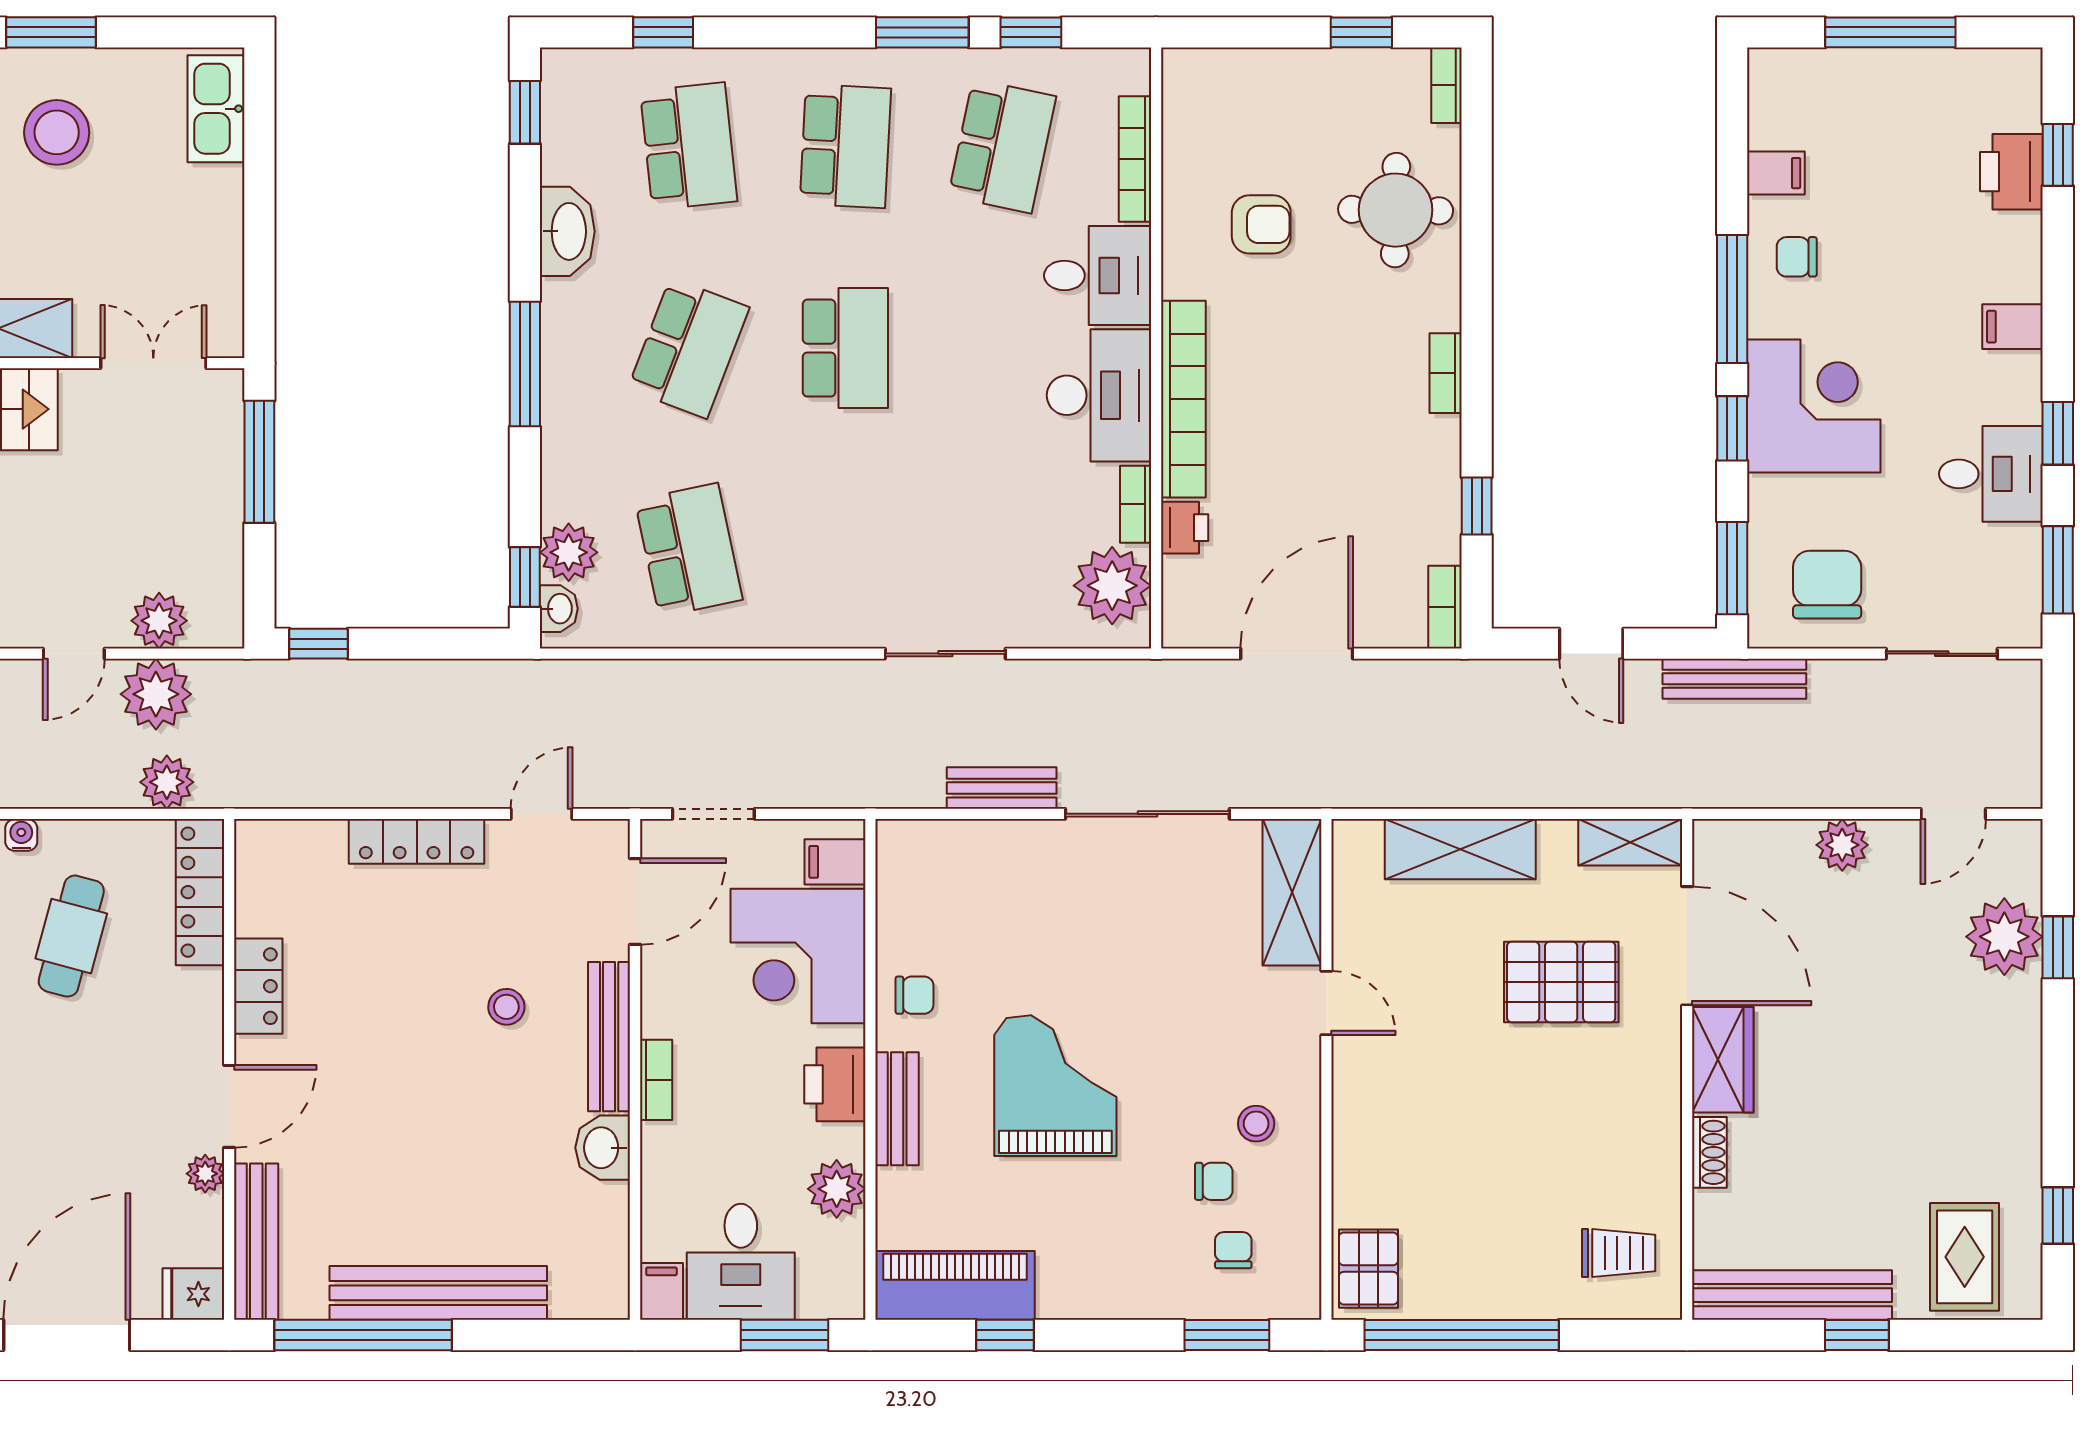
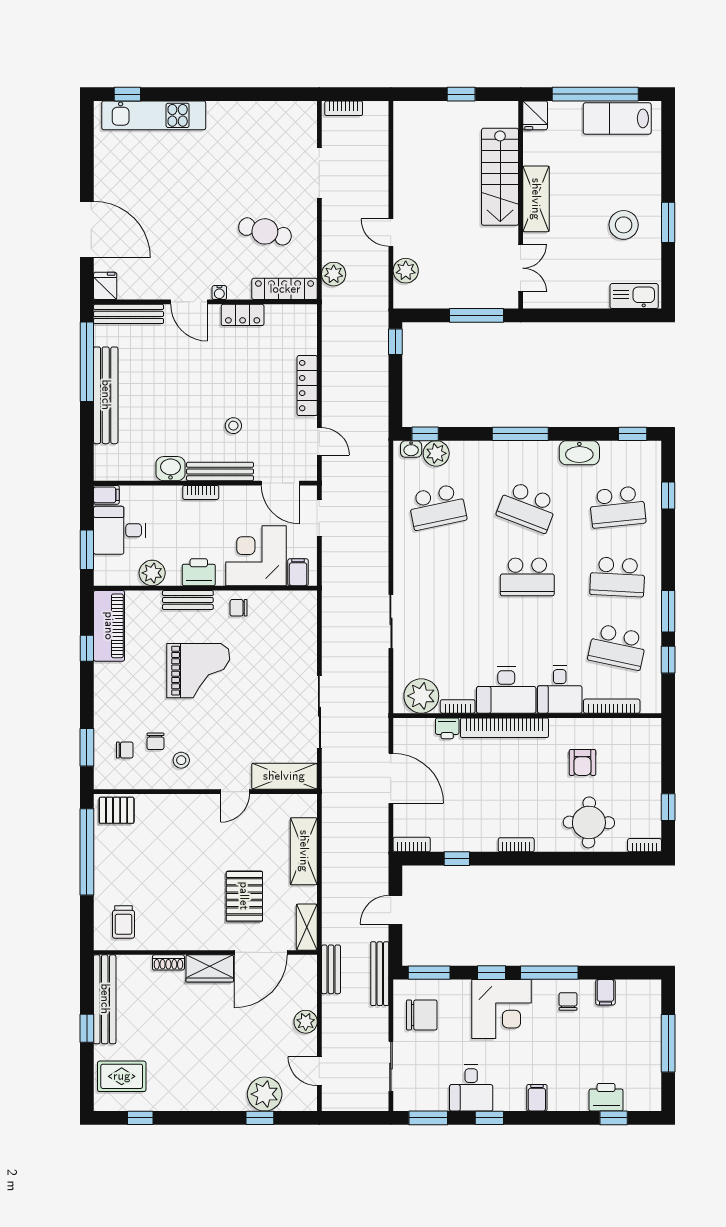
plant: (156, 694) -> (373, 269), removed
bench: (1002, 788) -> (331, 969), moved
water cooler: (21, 835) -> (219, 293), moved, turned 90
chair: (915, 995) -> (239, 608), turned 90
plant: (205, 1174) -> (159, 291), removed

